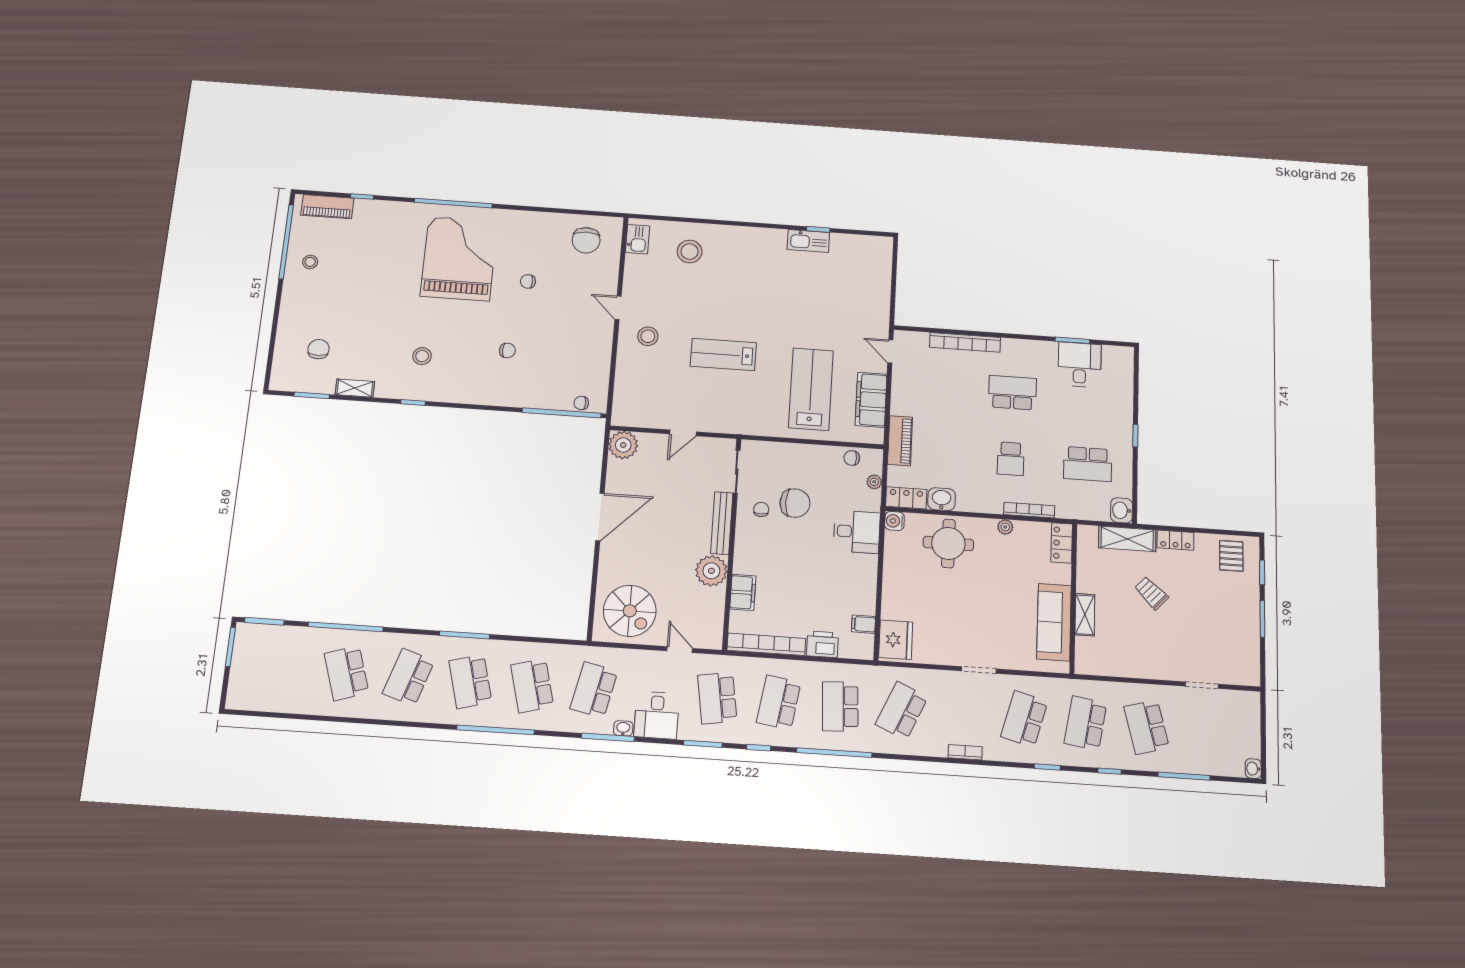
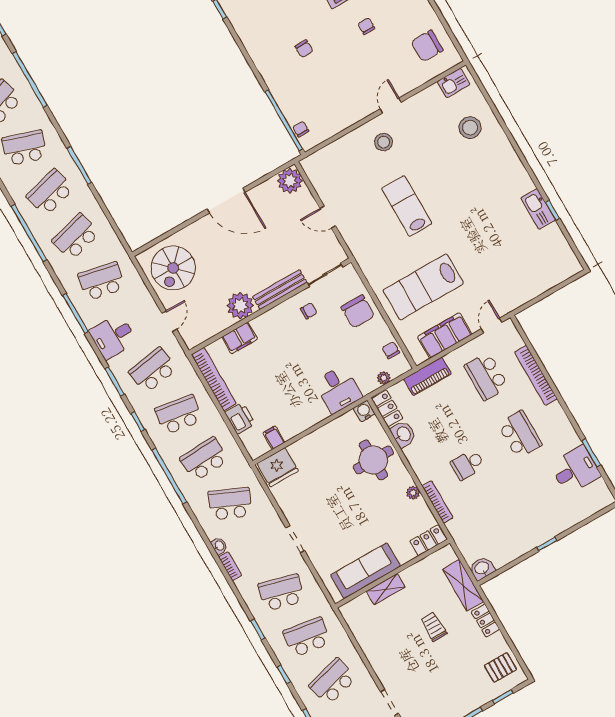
lab bench: (811, 389) -> (423, 287), turned 180
school desk: (1088, 464) -> (486, 376), moved
chair: (795, 503) -> (358, 311), moved
trolley: (1151, 593) -> (434, 627), turned -43
washbasin: (623, 728) -> (219, 546), moved

